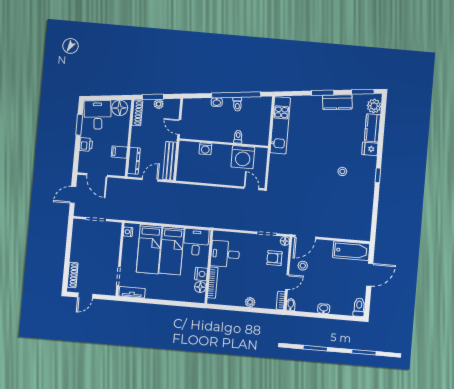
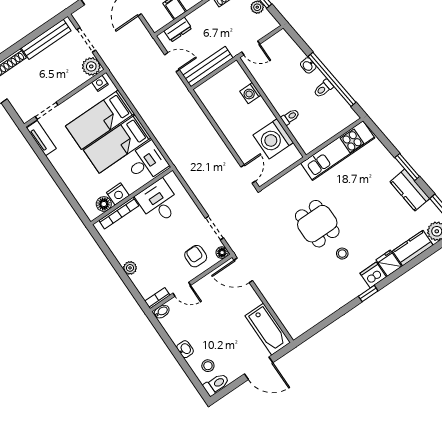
door: (179, 127) -> (251, 48), swing flipped
dresser: (134, 161) -> (178, 30), width x0.70
dishwasher: (370, 164) -> (373, 275), added
dining table: (313, 172) -> (317, 224), added
plant: (114, 229) -> (91, 66), added
bench: (77, 242) -> (46, 39), added
stool: (303, 266) -> (208, 366), moved

